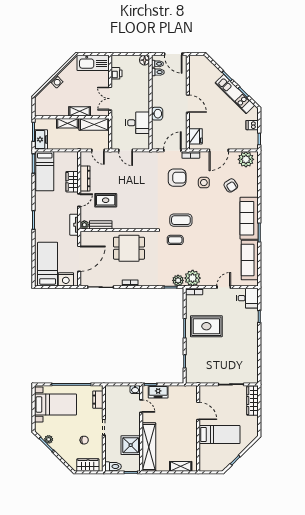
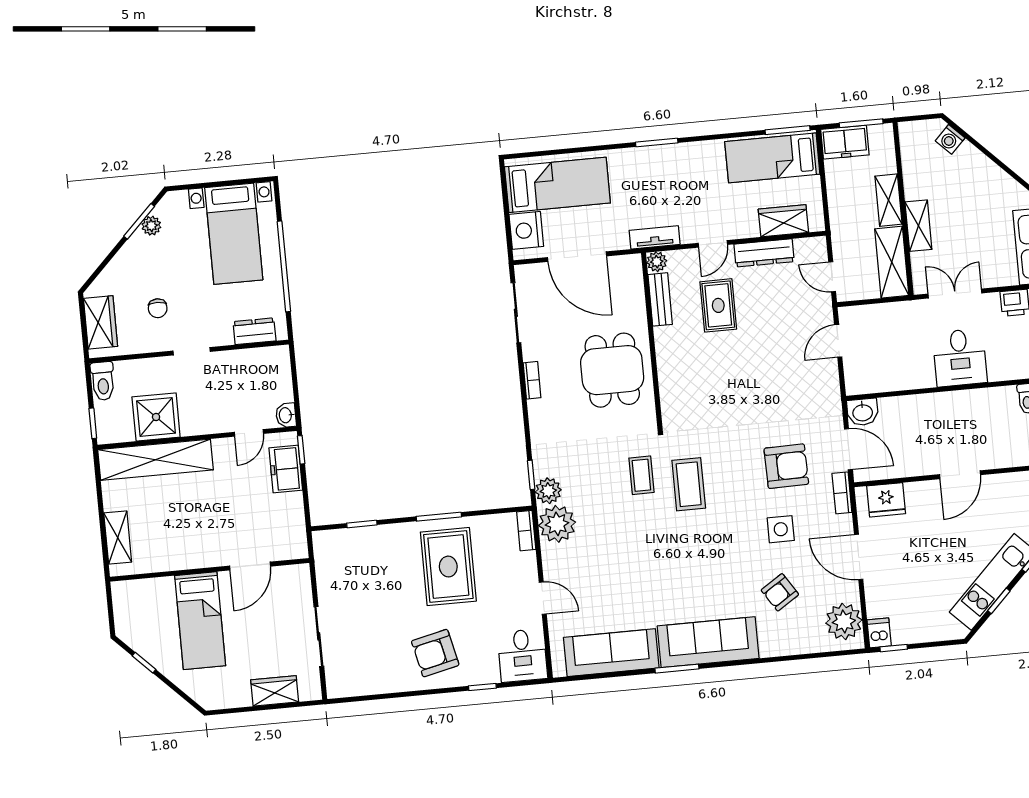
washing machine: (57, 82) -> (950, 139), moved
washbasin: (157, 114) -> (863, 412), moved
desk: (138, 123) -> (960, 358), moved
dishwasher: (252, 125) -> (879, 633), moved
door: (98, 150) -> (832, 277), hinge flipped
armchair: (177, 178) -> (786, 466), turned -91
wardrobe: (72, 182) -> (783, 221), moved
door: (79, 200) -> (713, 244), hinge flipped
armchair: (243, 335) -> (435, 653), added
wardrobe: (253, 401) -> (275, 691), width x0.67

